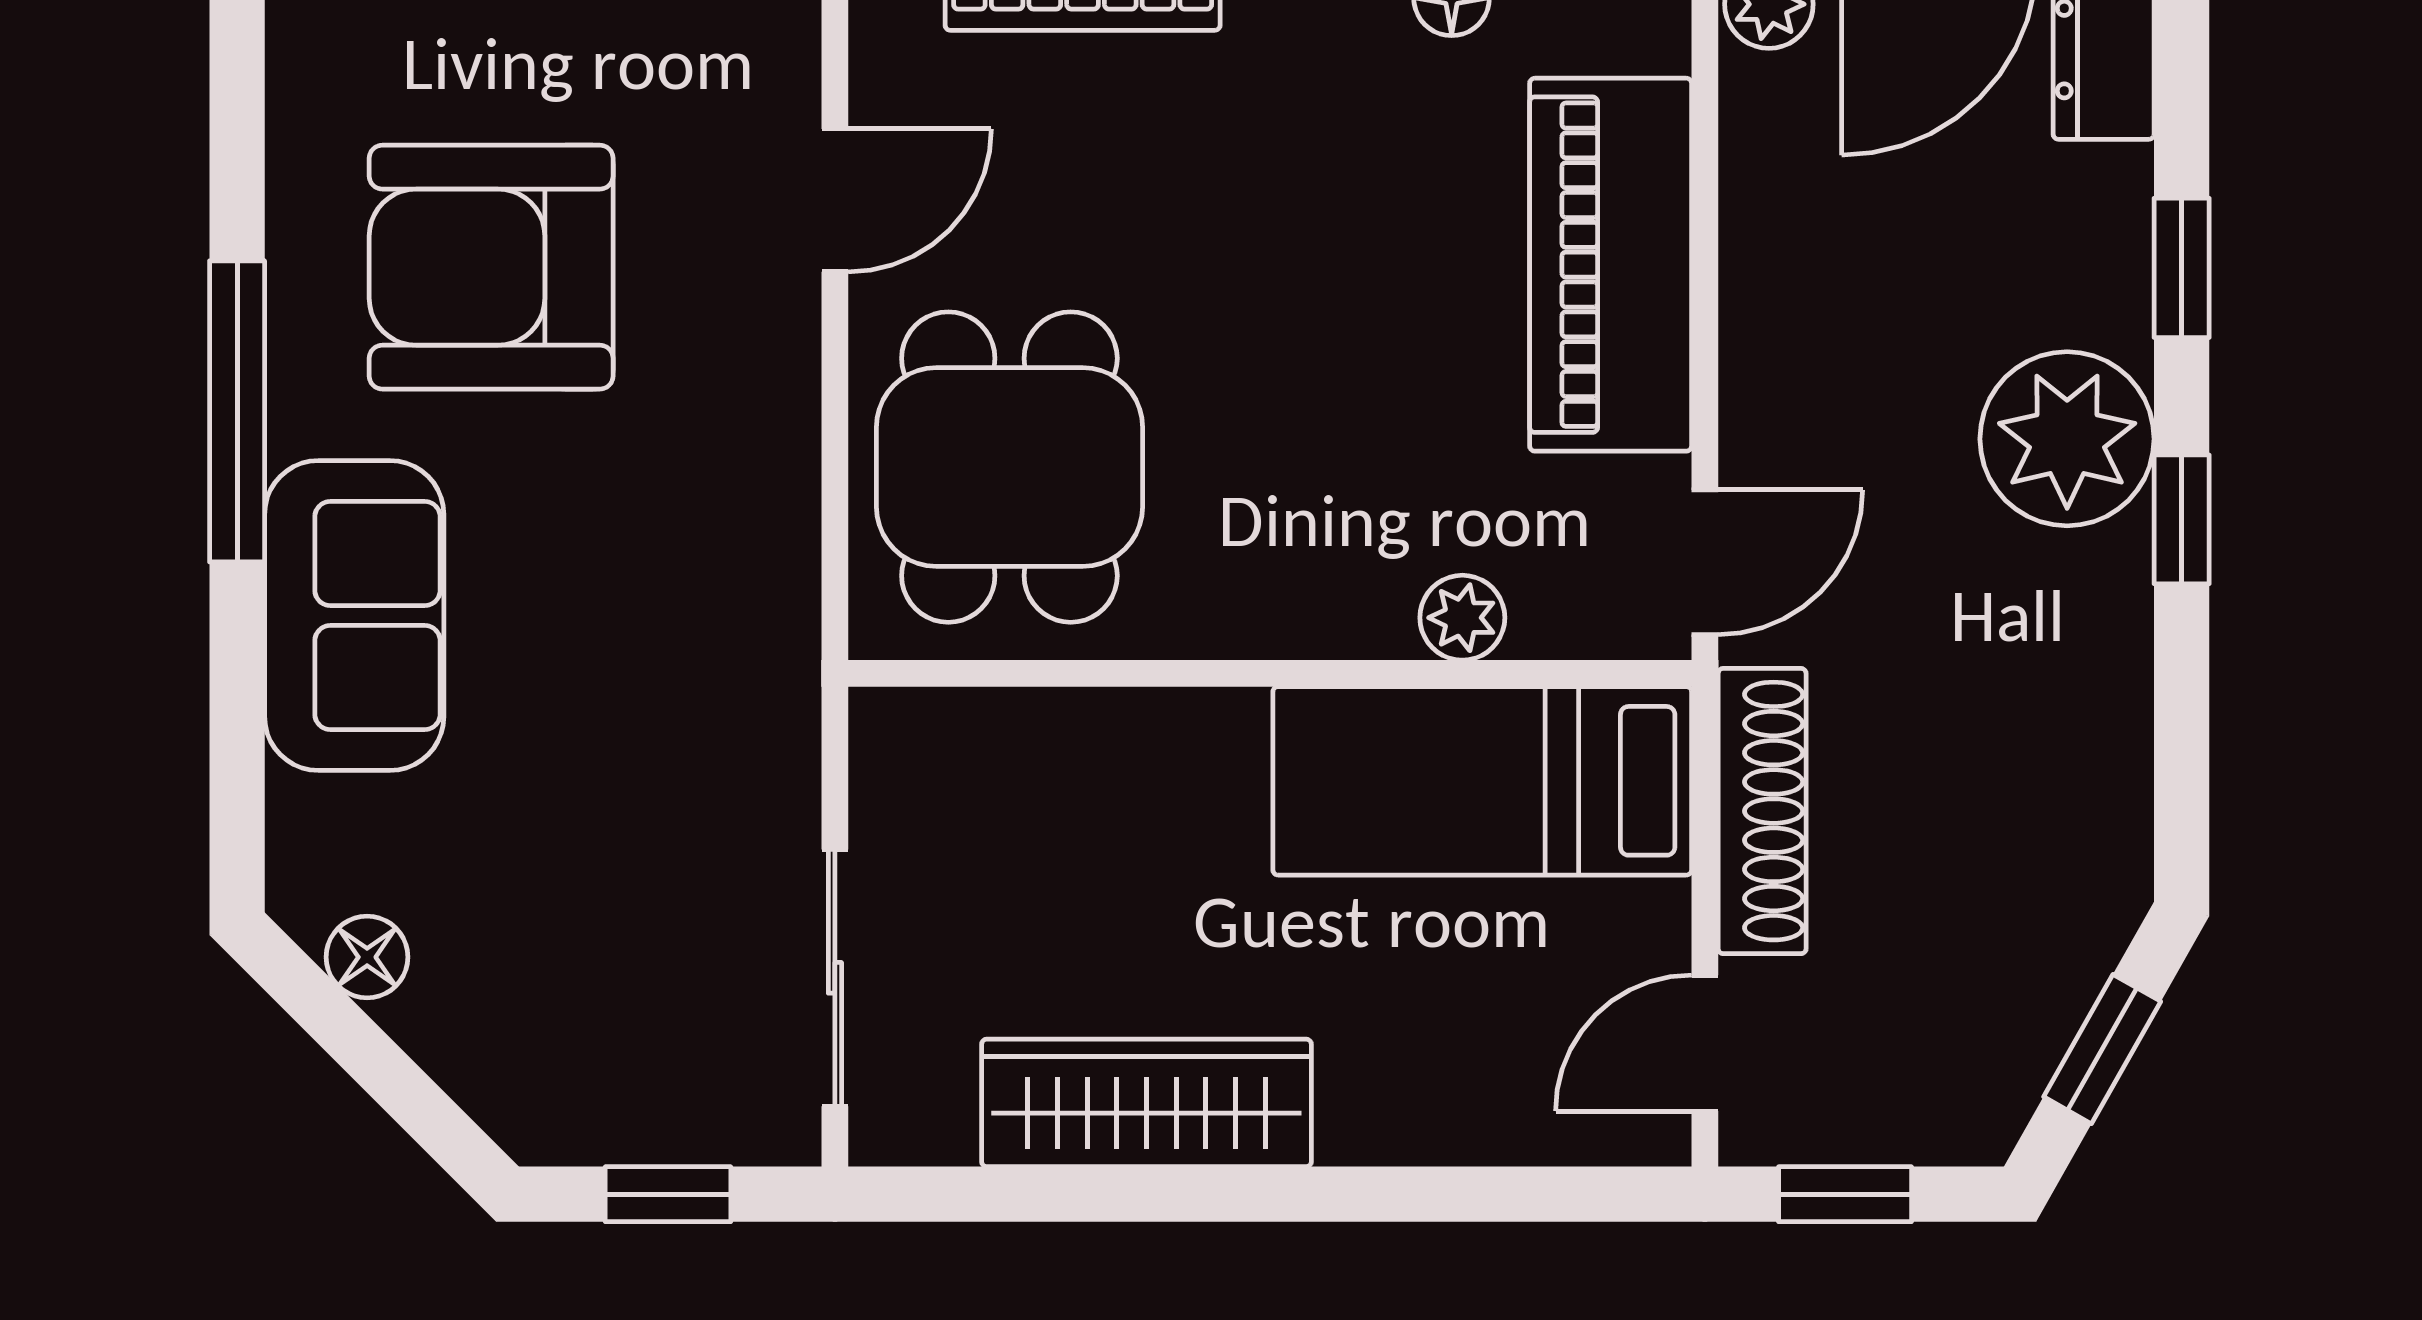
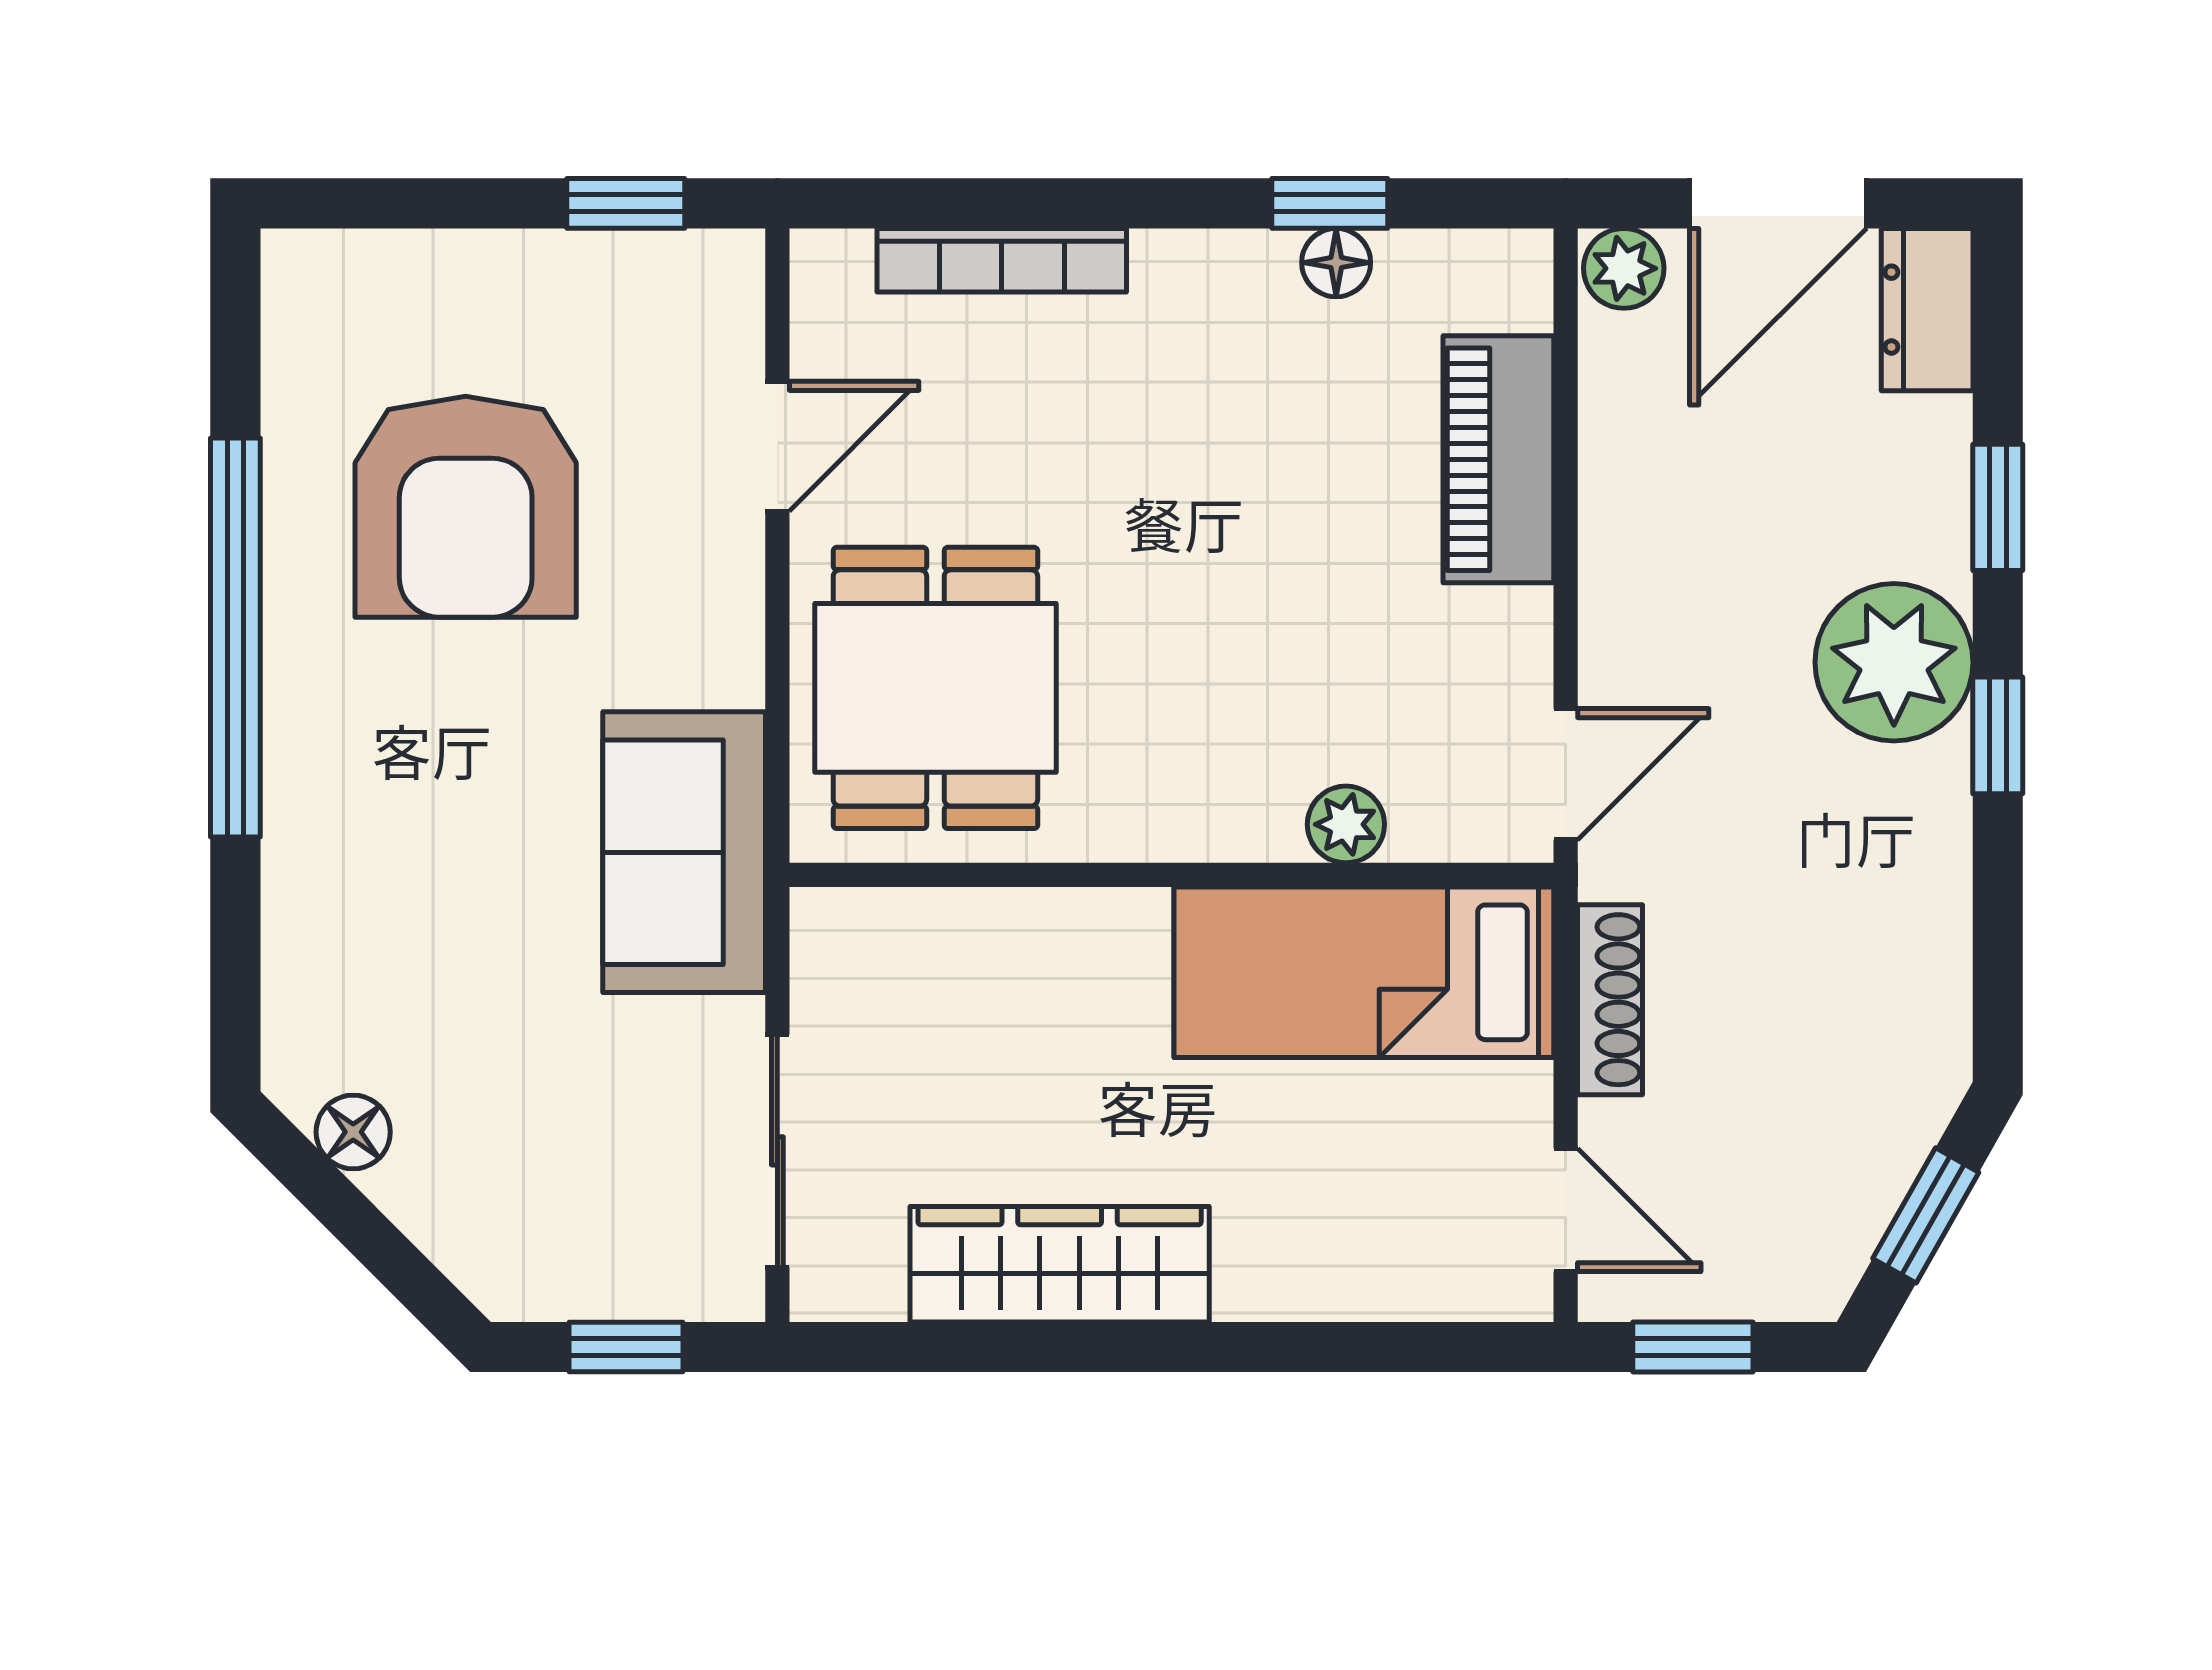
piano: (1611, 265) -> (1498, 459), width x0.73, depth x0.75
armchair: (491, 267) -> (466, 507), turned -90
window: (237, 411) -> (235, 637), width x1.46
sofa: (354, 616) -> (684, 852), moved, turned 180
shoe rack: (1762, 811) -> (1610, 1000), width x0.74, depth x0.81
door: (1705, 1043) -> (1566, 1210), swing flipped

